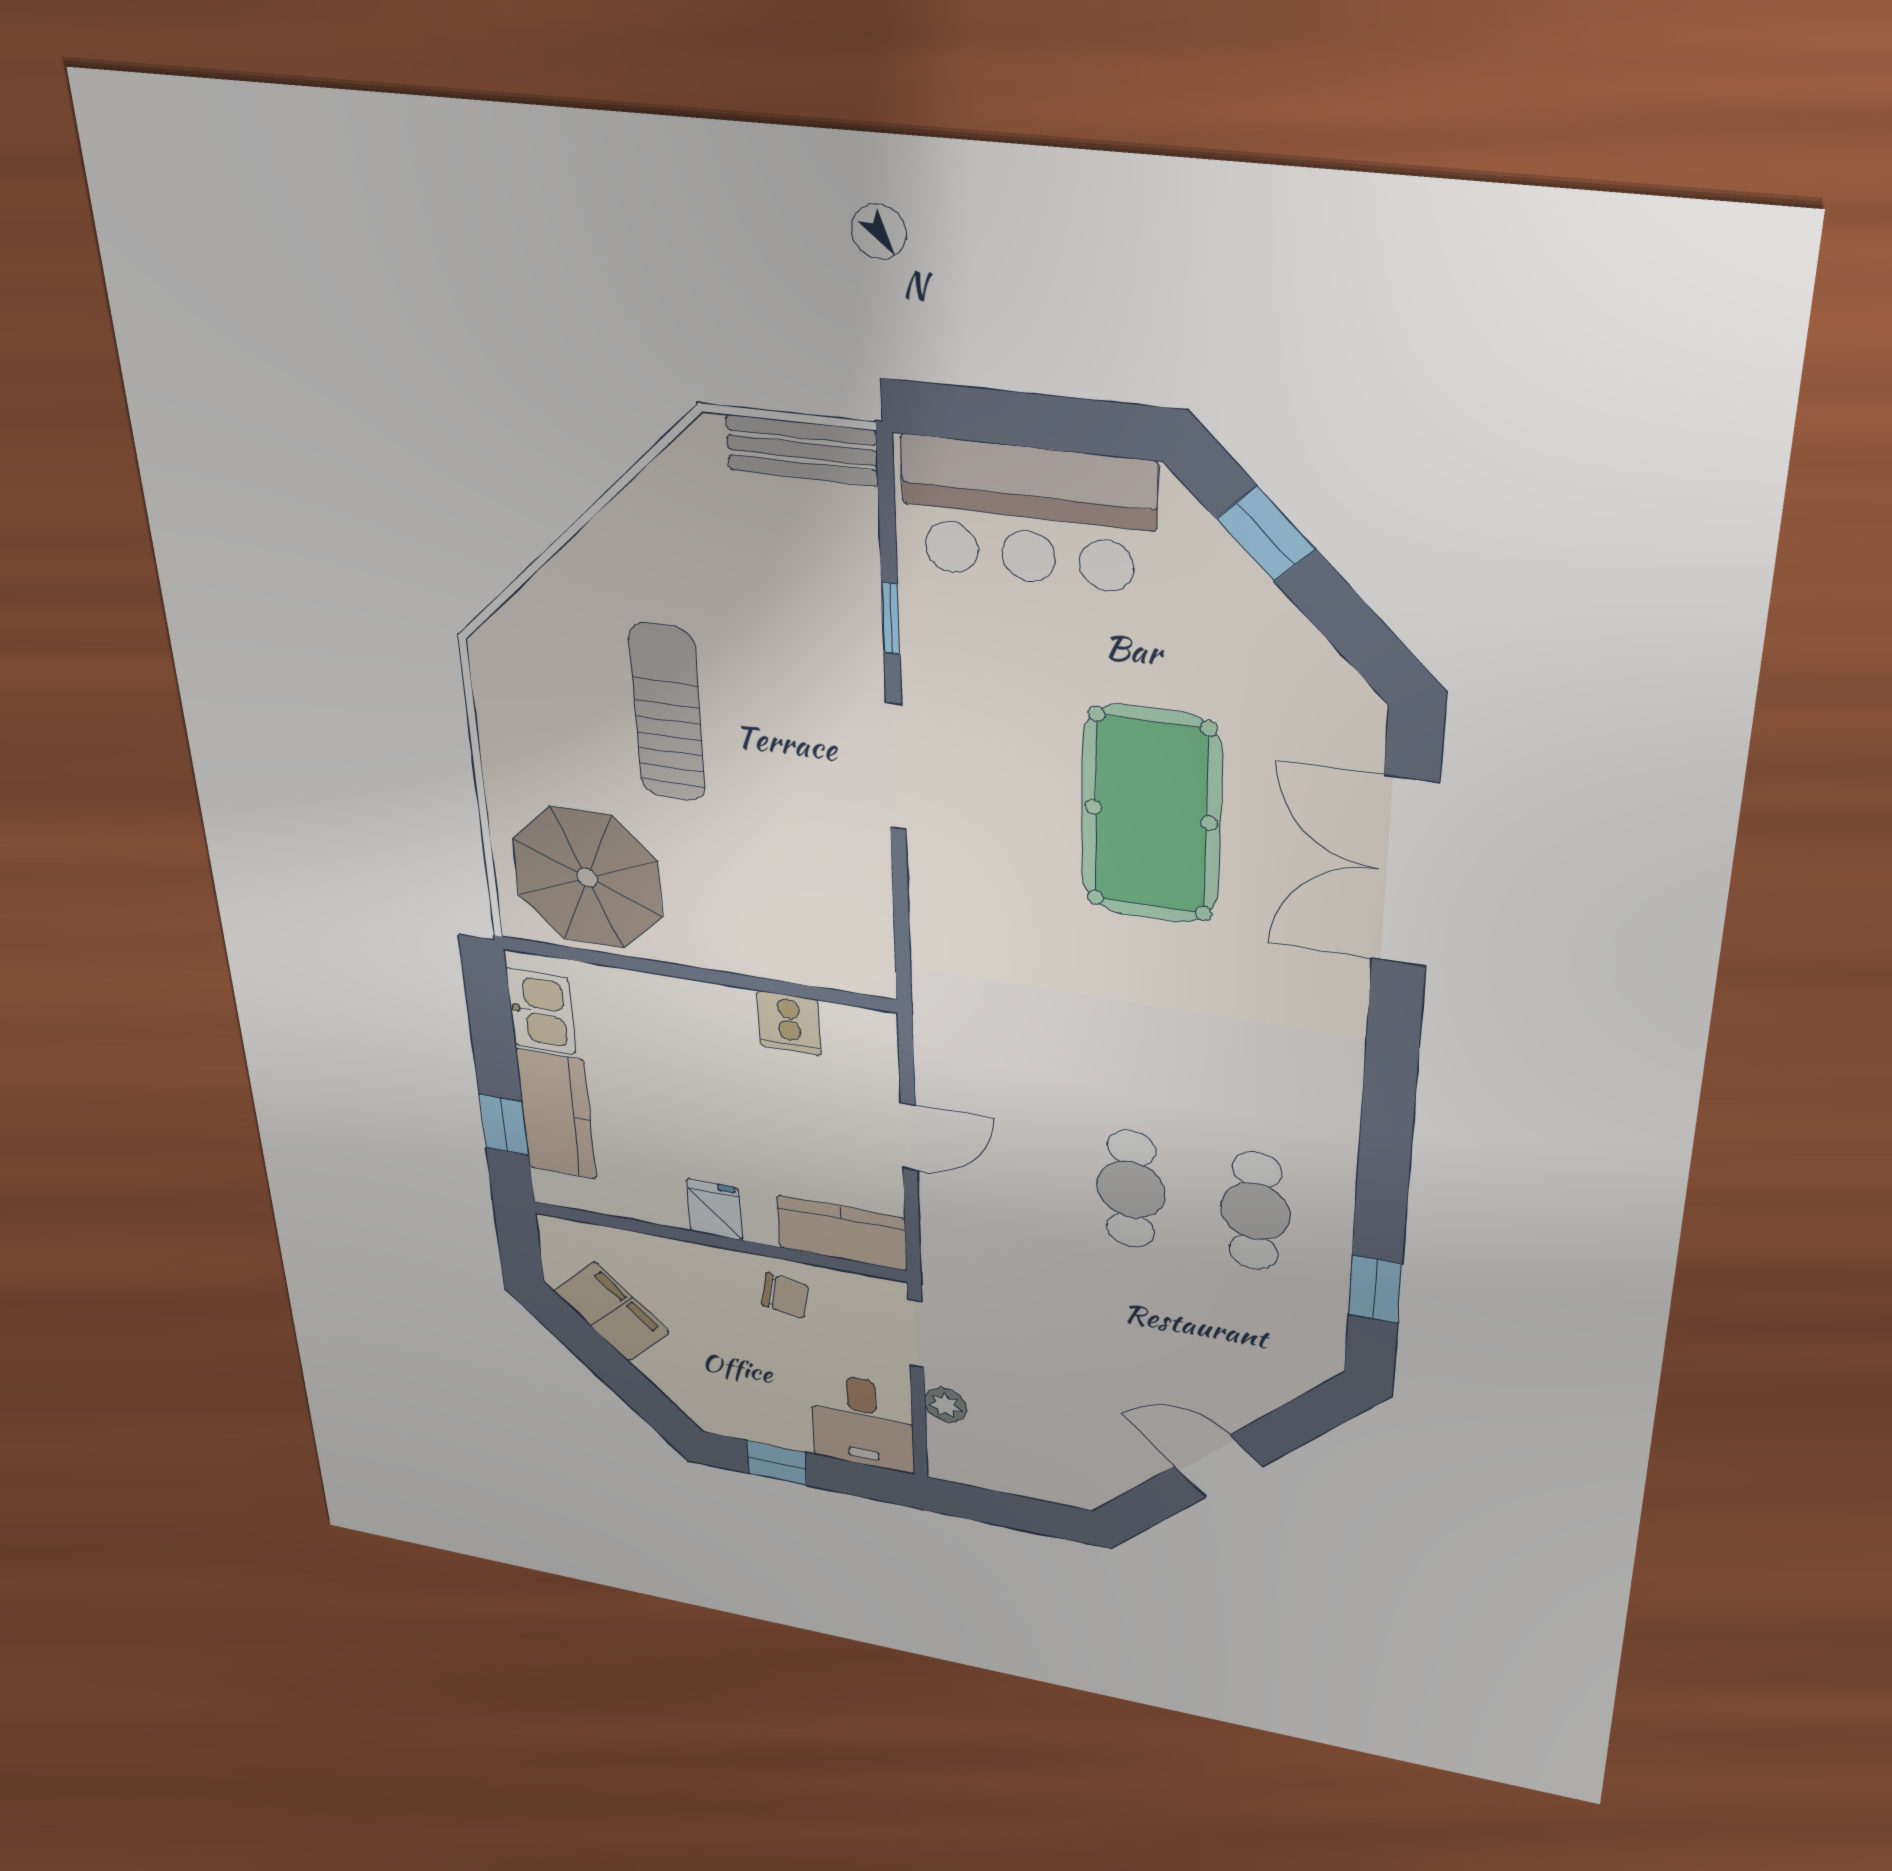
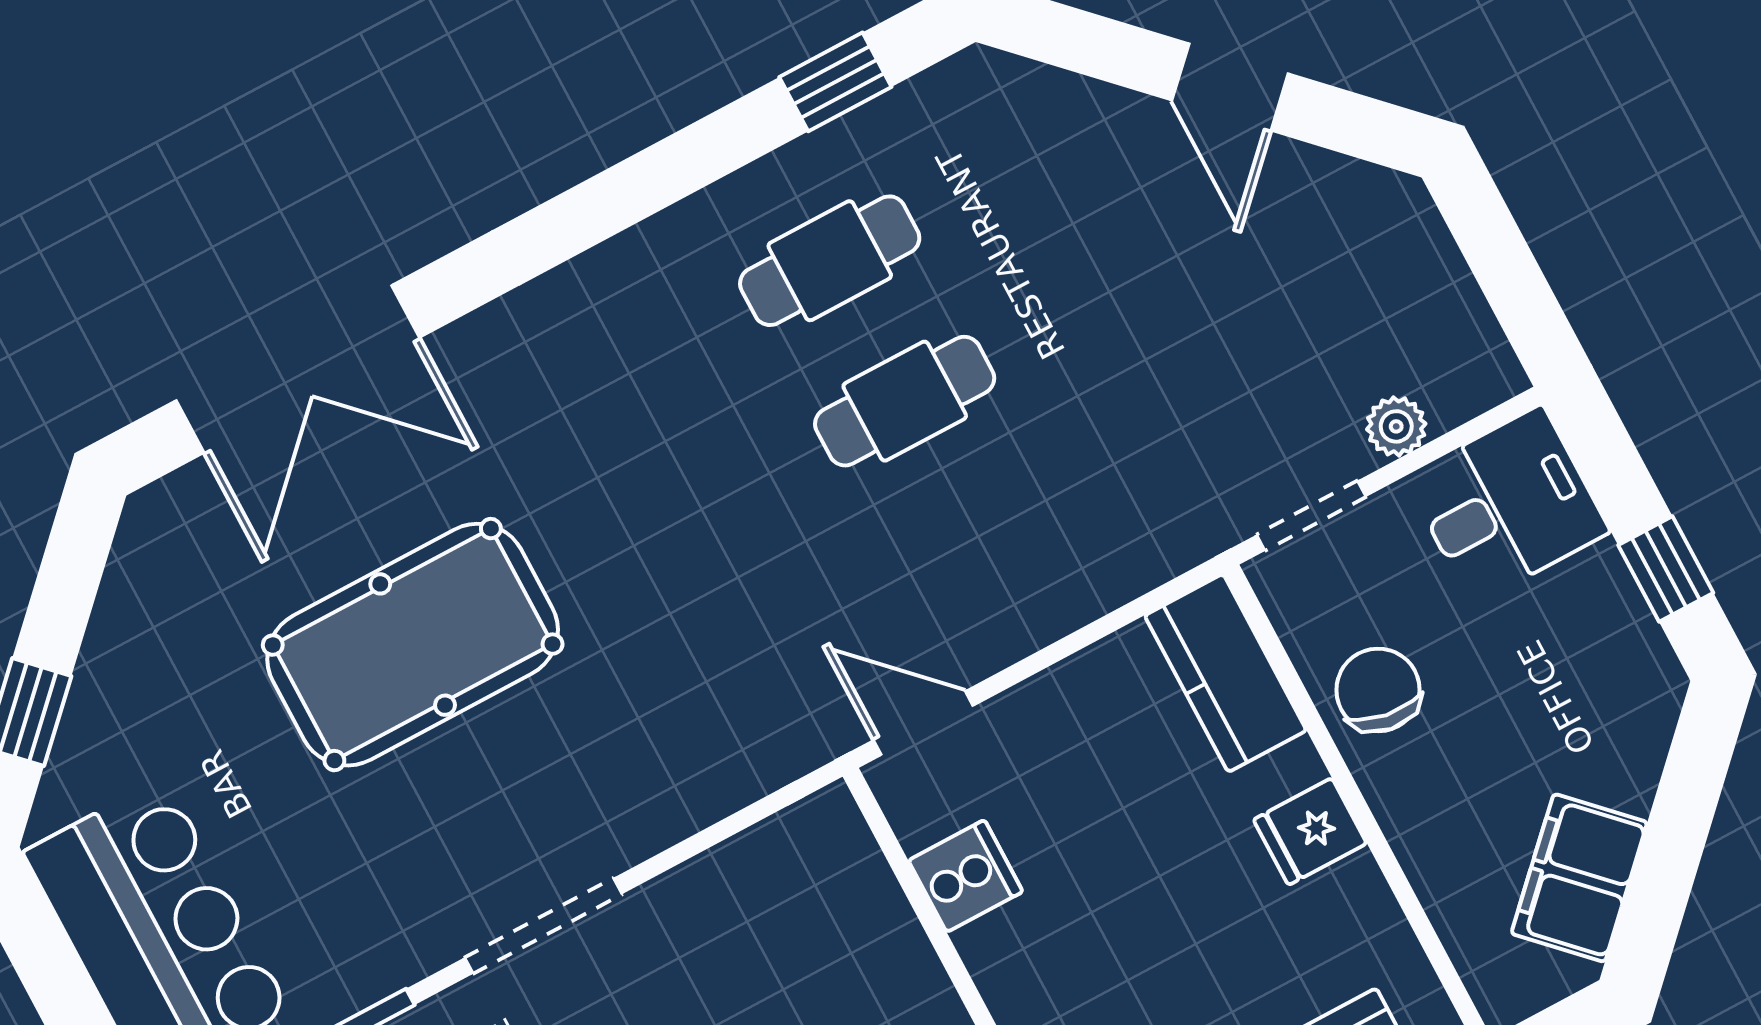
door: (909, 1137) -> (923, 723), moved
chair: (785, 1295) -> (1378, 690), width x1.37, depth x1.37

